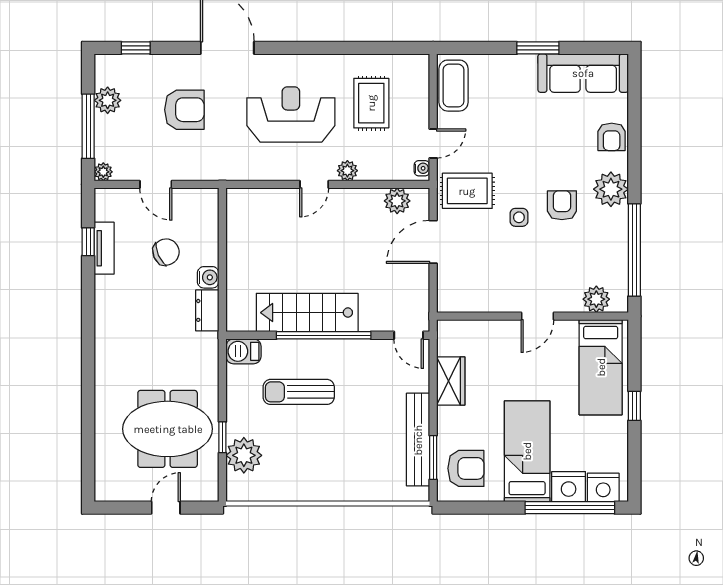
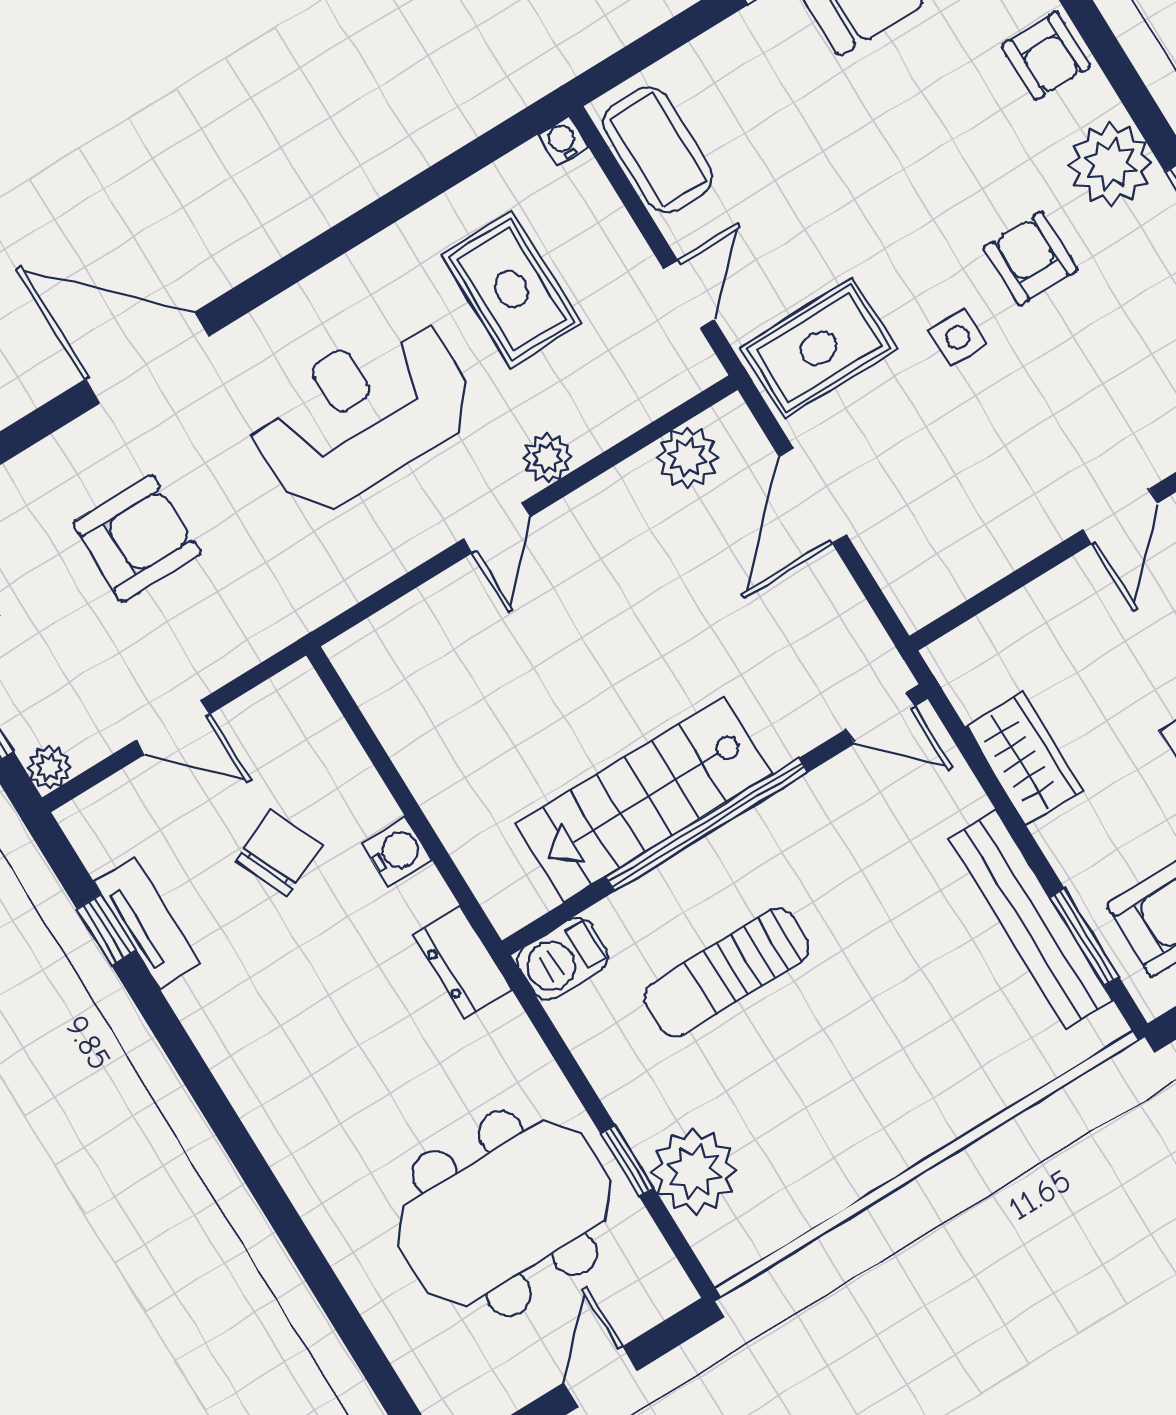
water cooler: (422, 168) -> (563, 141), moved, turned -90
dresser: (207, 310) -> (463, 963), moved

